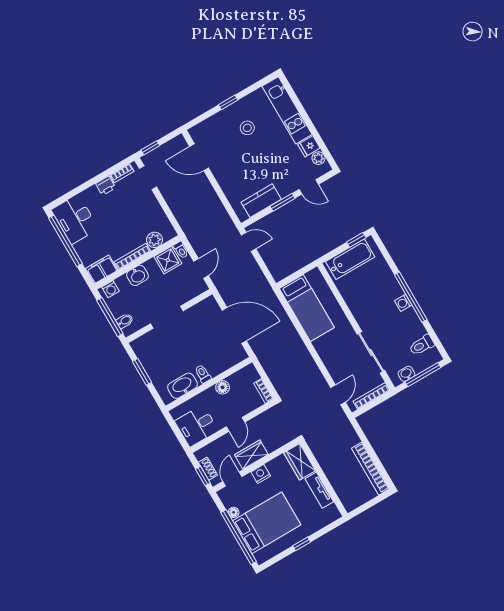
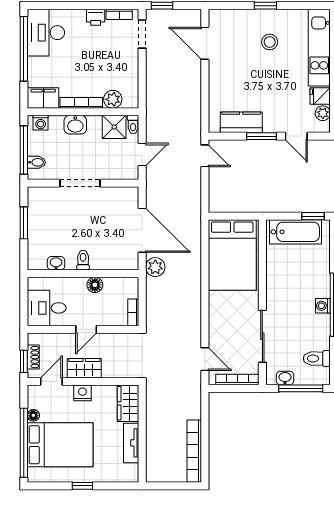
bed: (307, 308) -> (232, 255), width x1.50
plant: (260, 347) -> (155, 267), added
washbasin: (183, 386) -> (56, 263), width x0.52, depth x0.69
door: (338, 395) -> (205, 359), hinge flipped

